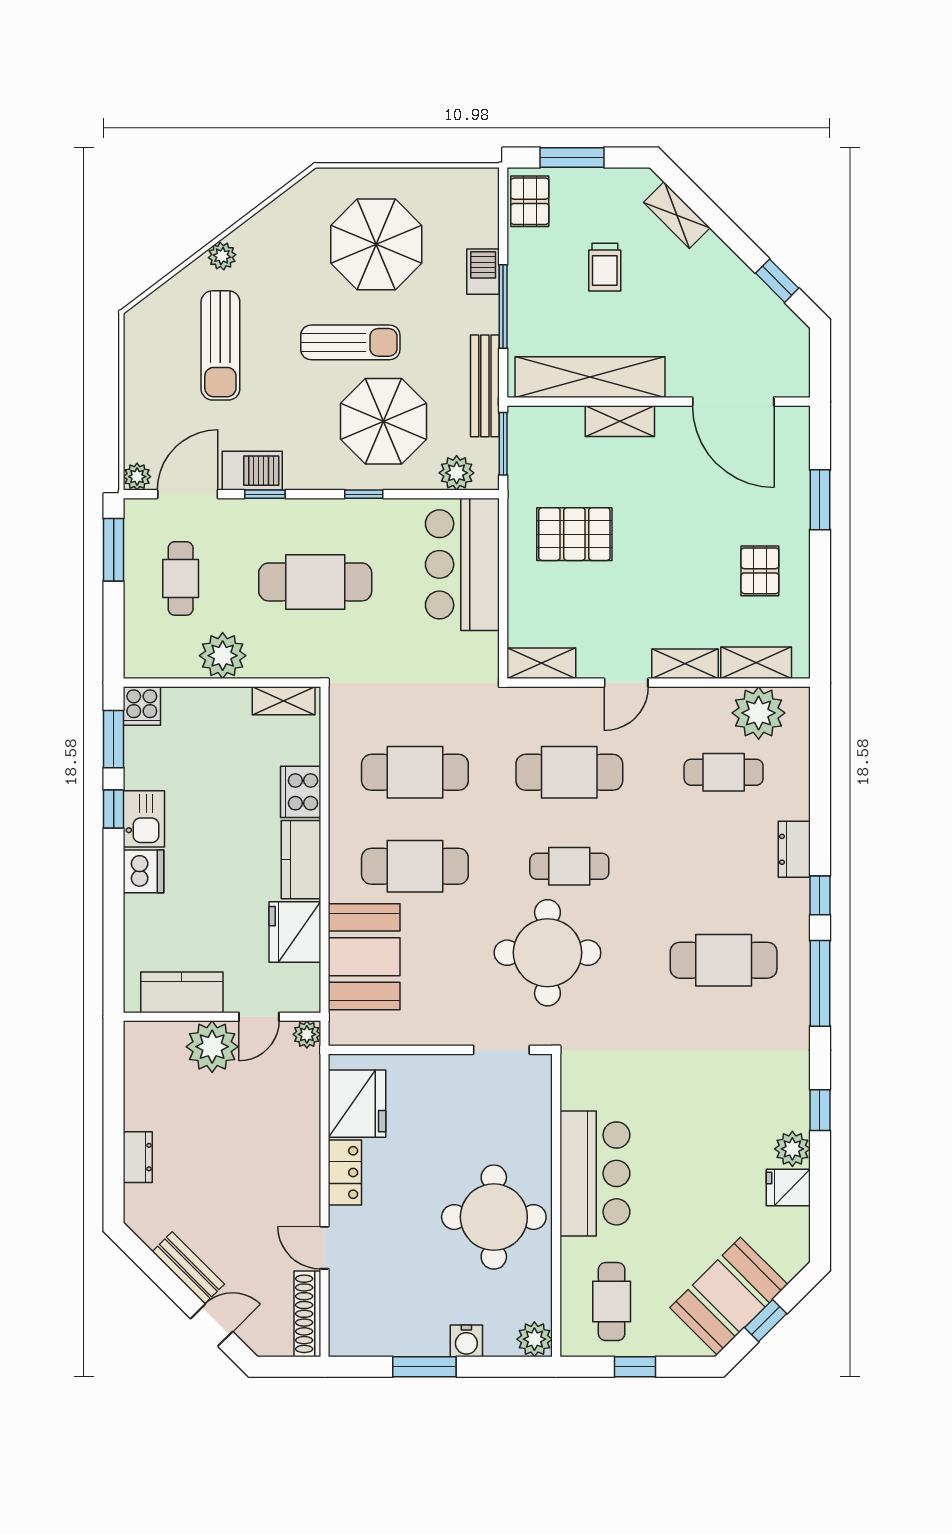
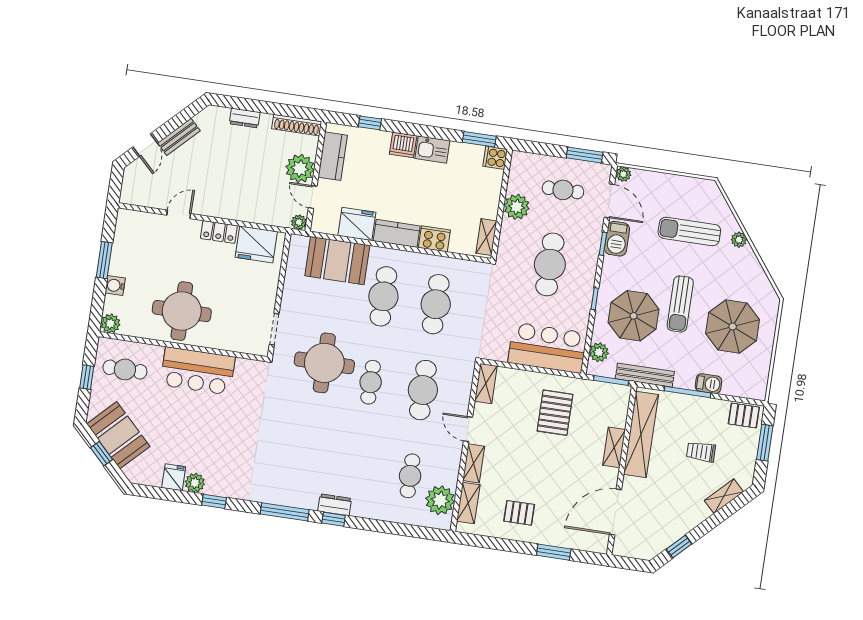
window: (114, 809) -> (370, 123), moved
dresser: (794, 849) -> (335, 505), moved
cafe table: (724, 960) -> (306, 460), removed
shoe rack: (307, 1314) -> (297, 125), moved, turned 180

